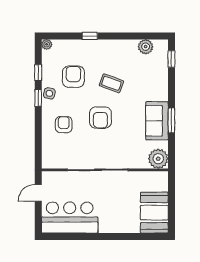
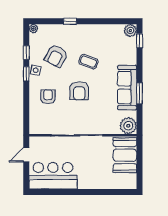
plant: (146, 47) -> (130, 30), moved
armchair: (73, 77) -> (56, 56), turned -152
sofa: (157, 121) -> (127, 88), width x1.36
booth: (154, 213) -> (125, 155), moved

